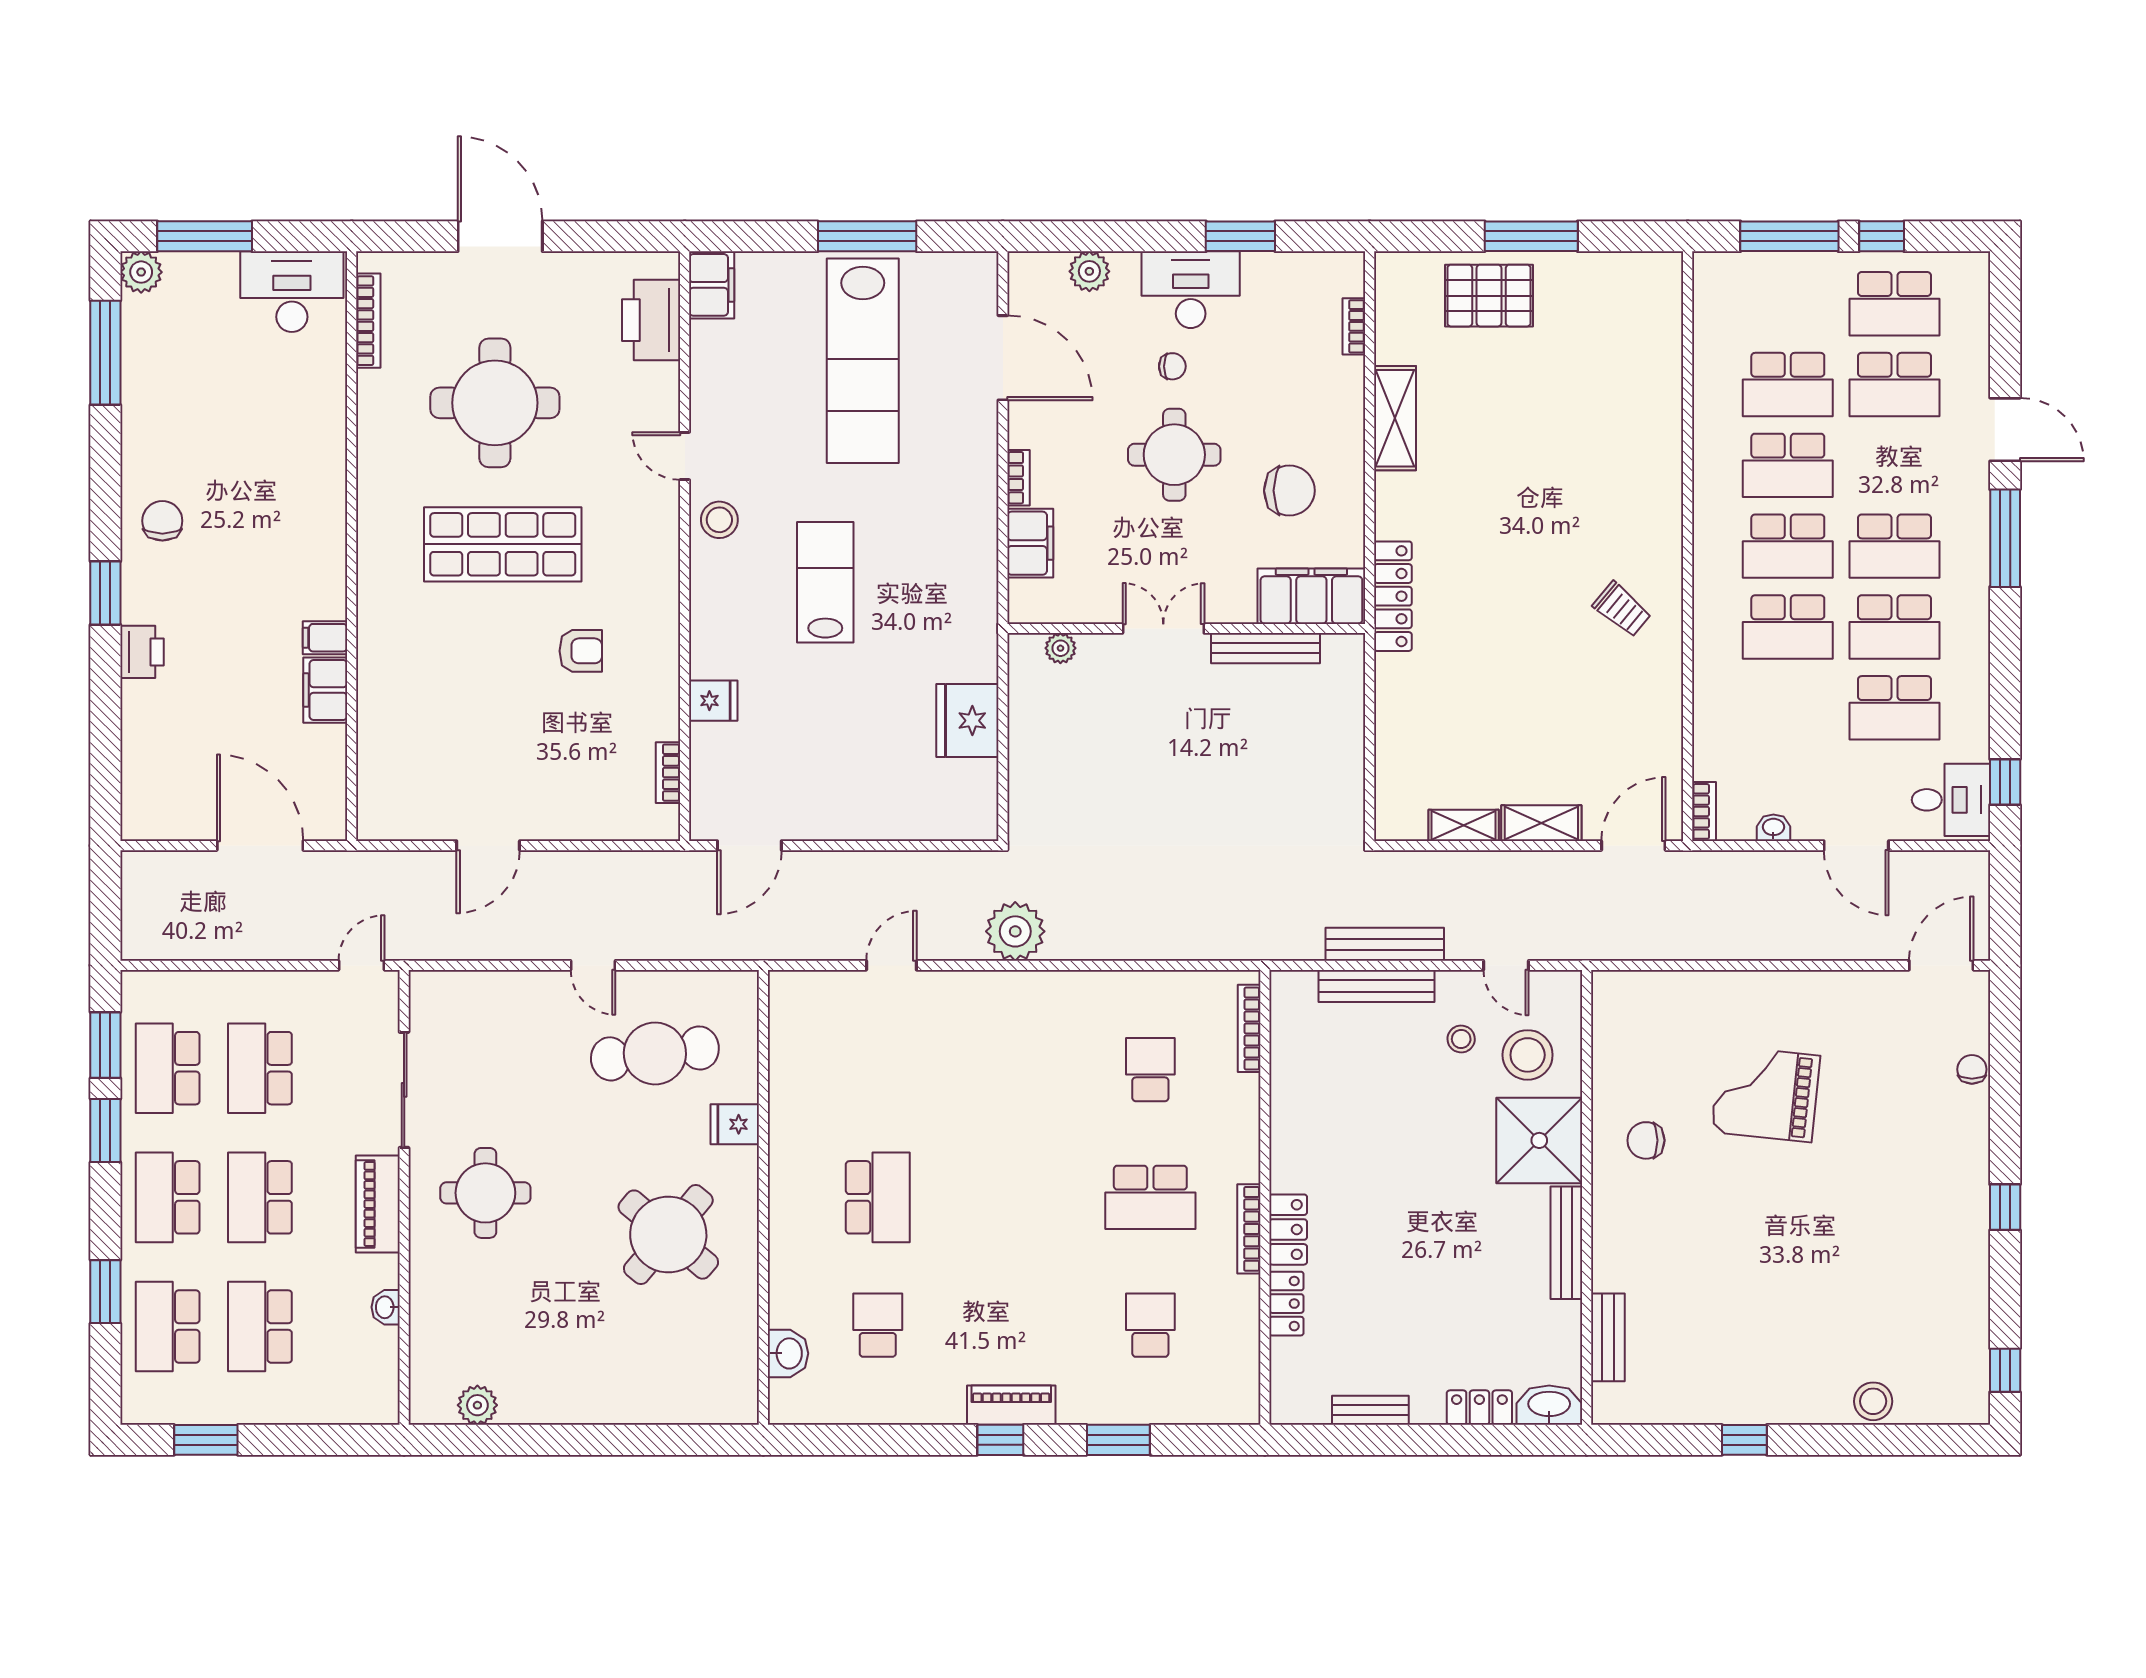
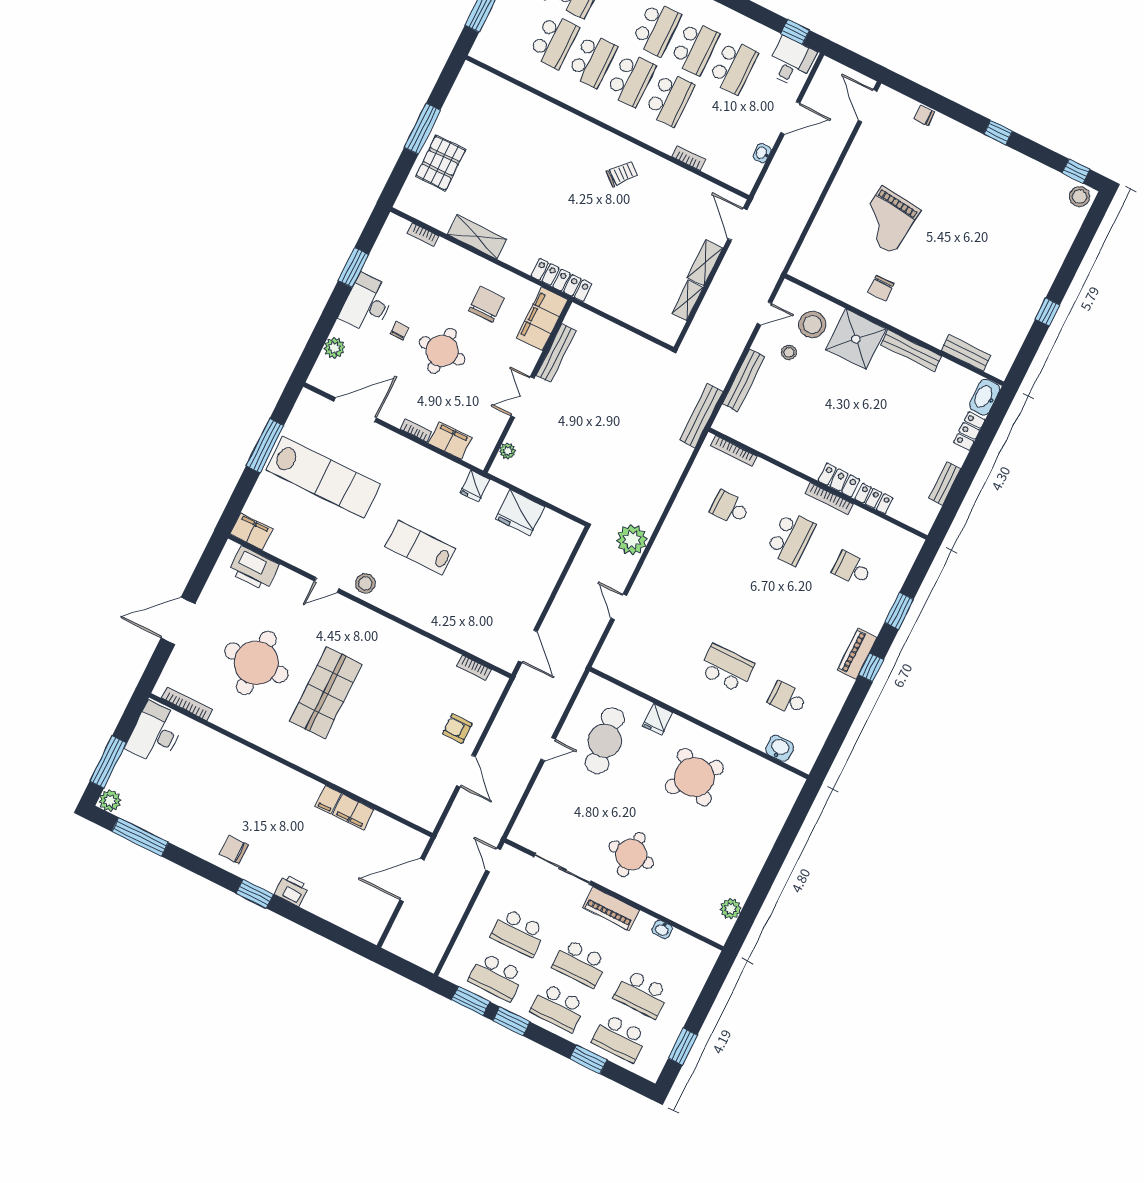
armchair: (581, 651) -> (457, 729), moved, turned -90
fridge: (713, 701) -> (475, 486), moved, turned 180
bookcase: (1704, 811) -> (689, 158), moved
bench: (1385, 944) -> (701, 416), moved
stool: (1873, 1401) -> (1079, 197), moved

